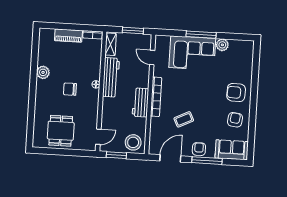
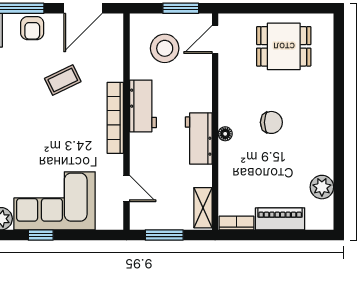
window: (201, 35) -> (41, 235), width x0.46
plant: (43, 72) -> (322, 187), moved
workbench: (111, 77) -> (199, 138), width x0.73
dining table: (61, 131) -> (284, 46), turned 90
stool: (133, 142) -> (165, 48), moved

